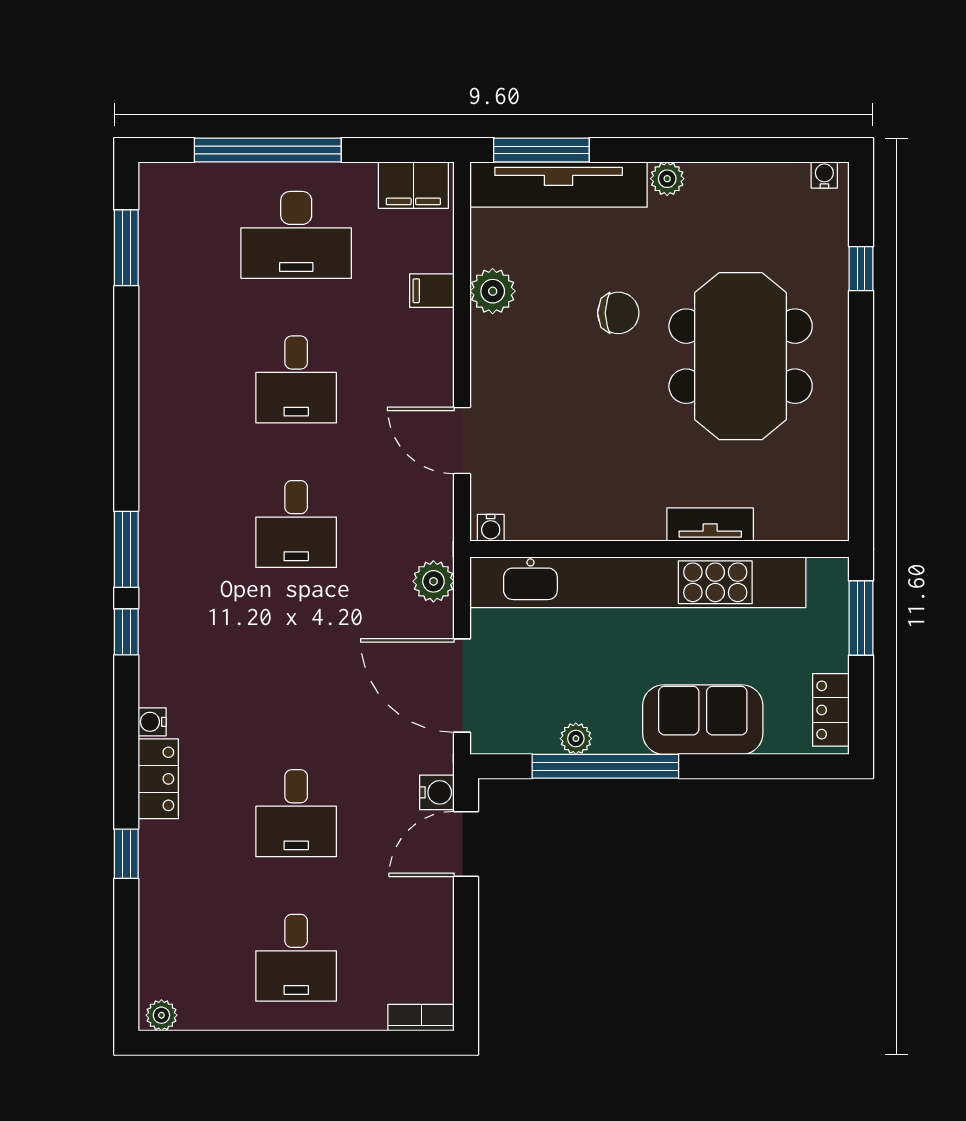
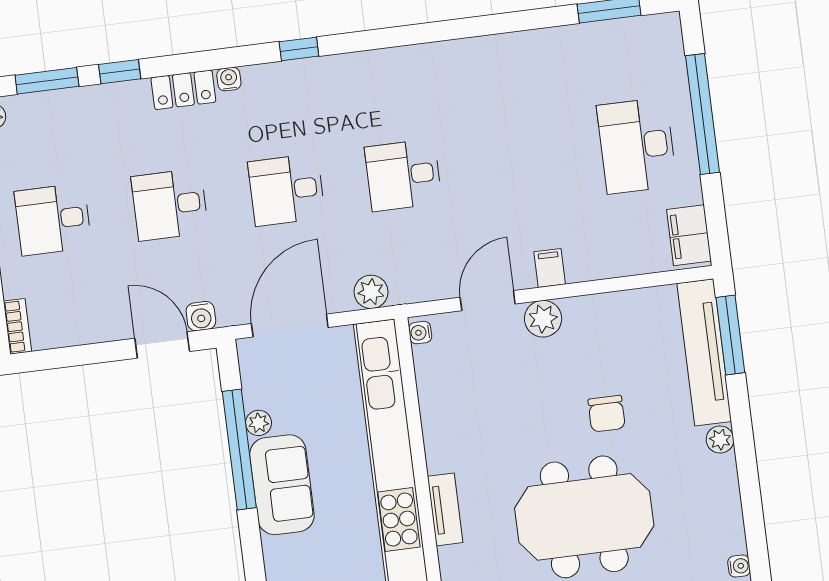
filing cabinet: (432, 291) -> (550, 268), moved
plant: (493, 291) -> (543, 319), moved
desk: (296, 379) -> (287, 190), moved
window: (126, 549) -> (47, 81), moved
sofa: (703, 720) -> (282, 485), moved

